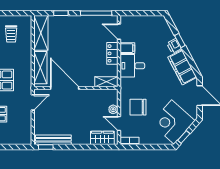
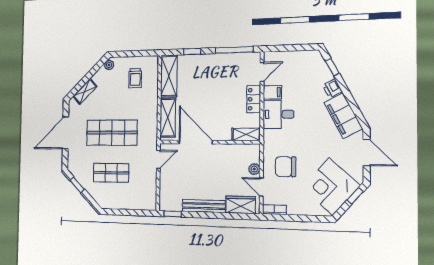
door: (119, 32) -> (262, 72), swing flipped
window: (180, 40) -> (332, 67), moved
window: (184, 137) -> (355, 196), moved
bench: (53, 140) -> (204, 206), moved

